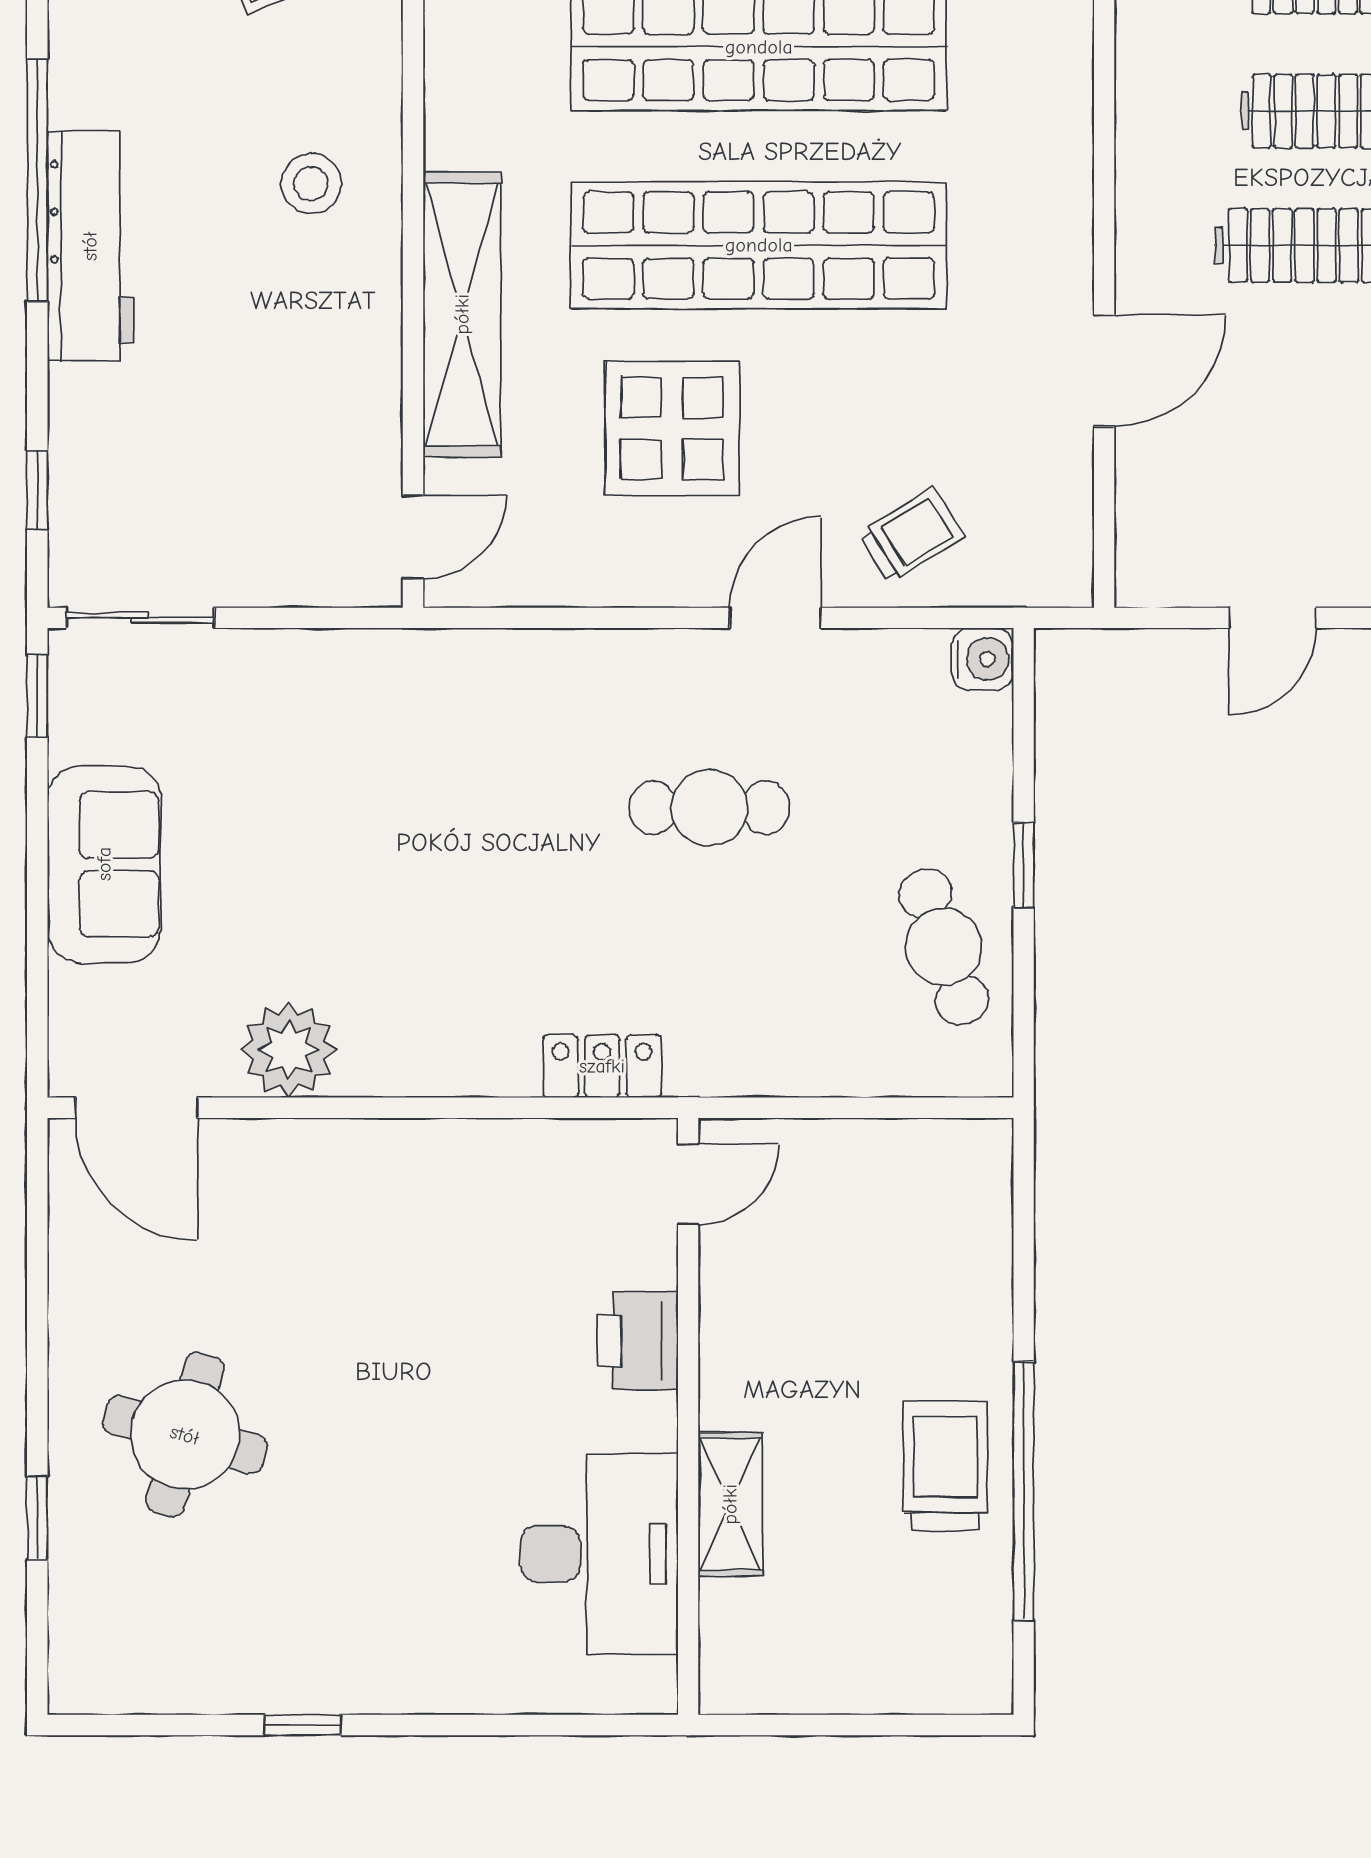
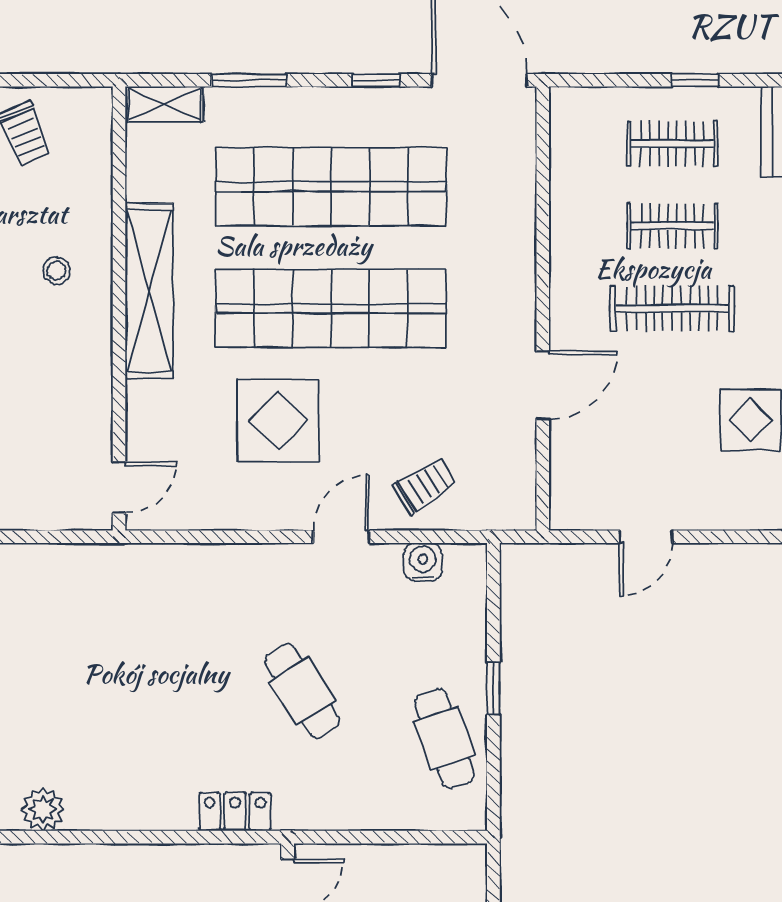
stool: (311, 184) -> (57, 271), width x0.73, depth x0.73
shelving: (462, 314) -> (149, 291), moved
water cooler: (982, 659) -> (423, 562), moved, turned -90
cafe table: (709, 808) -> (302, 691), moved, turned 58
plant: (289, 1050) -> (43, 809), width x0.73, depth x0.73

